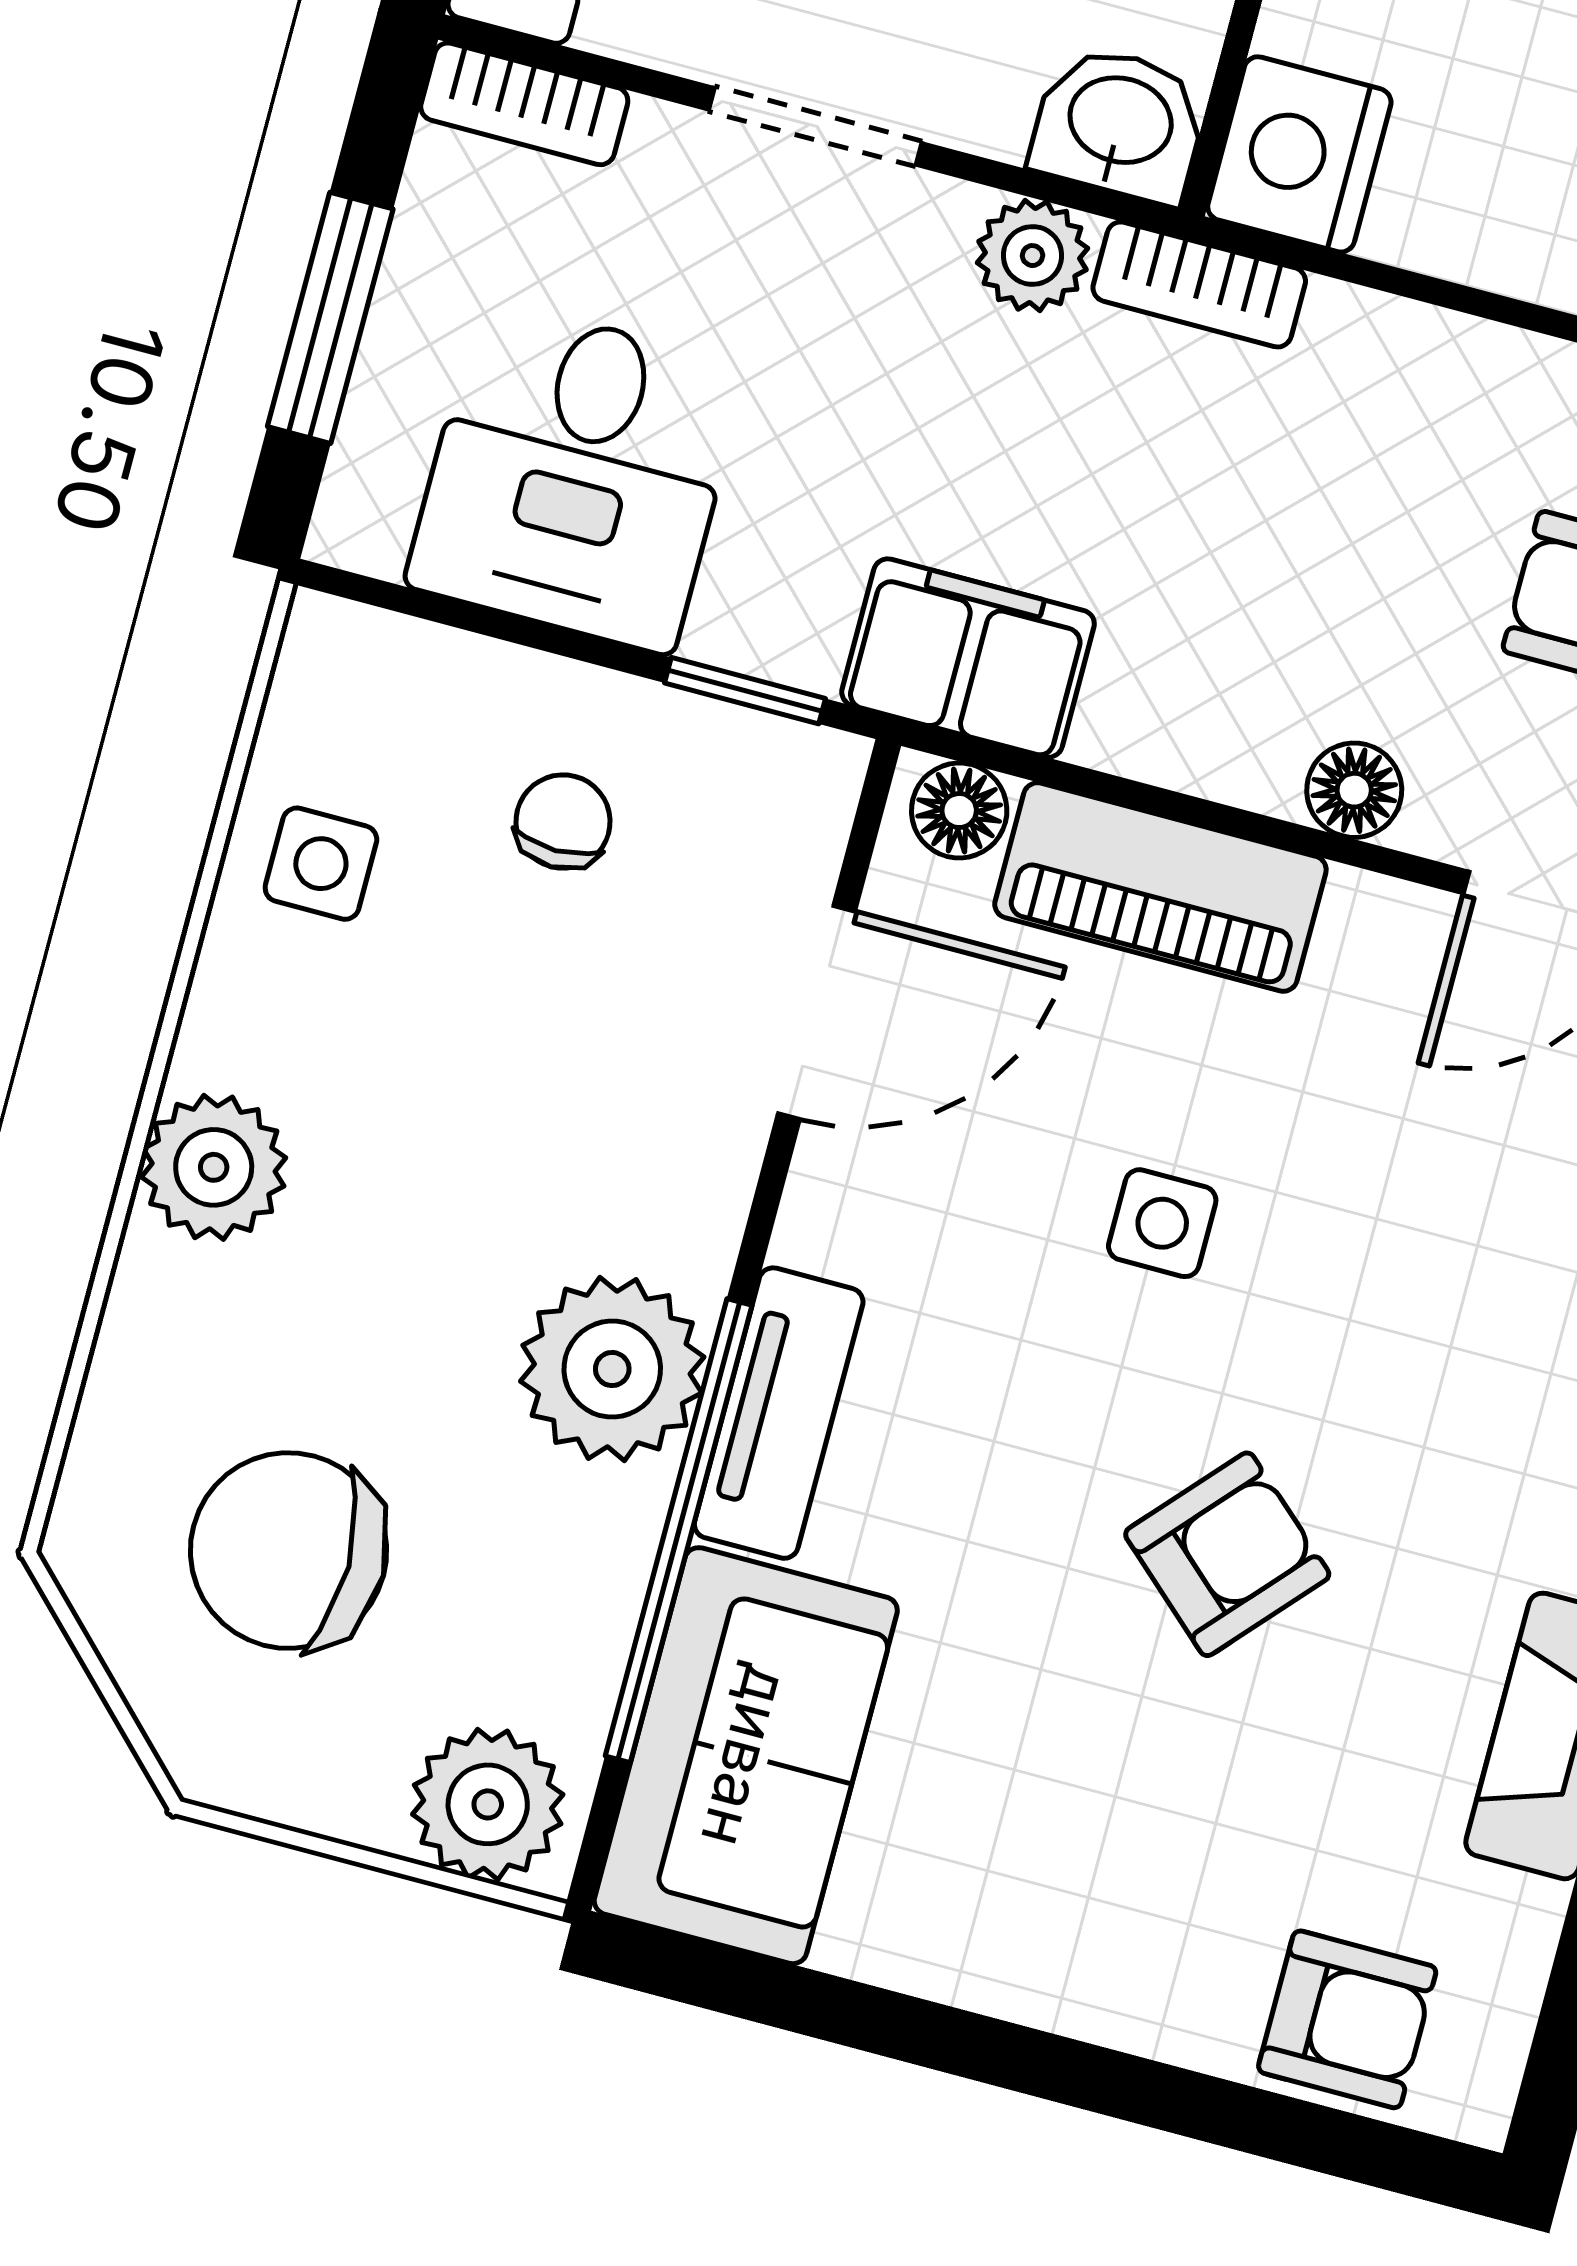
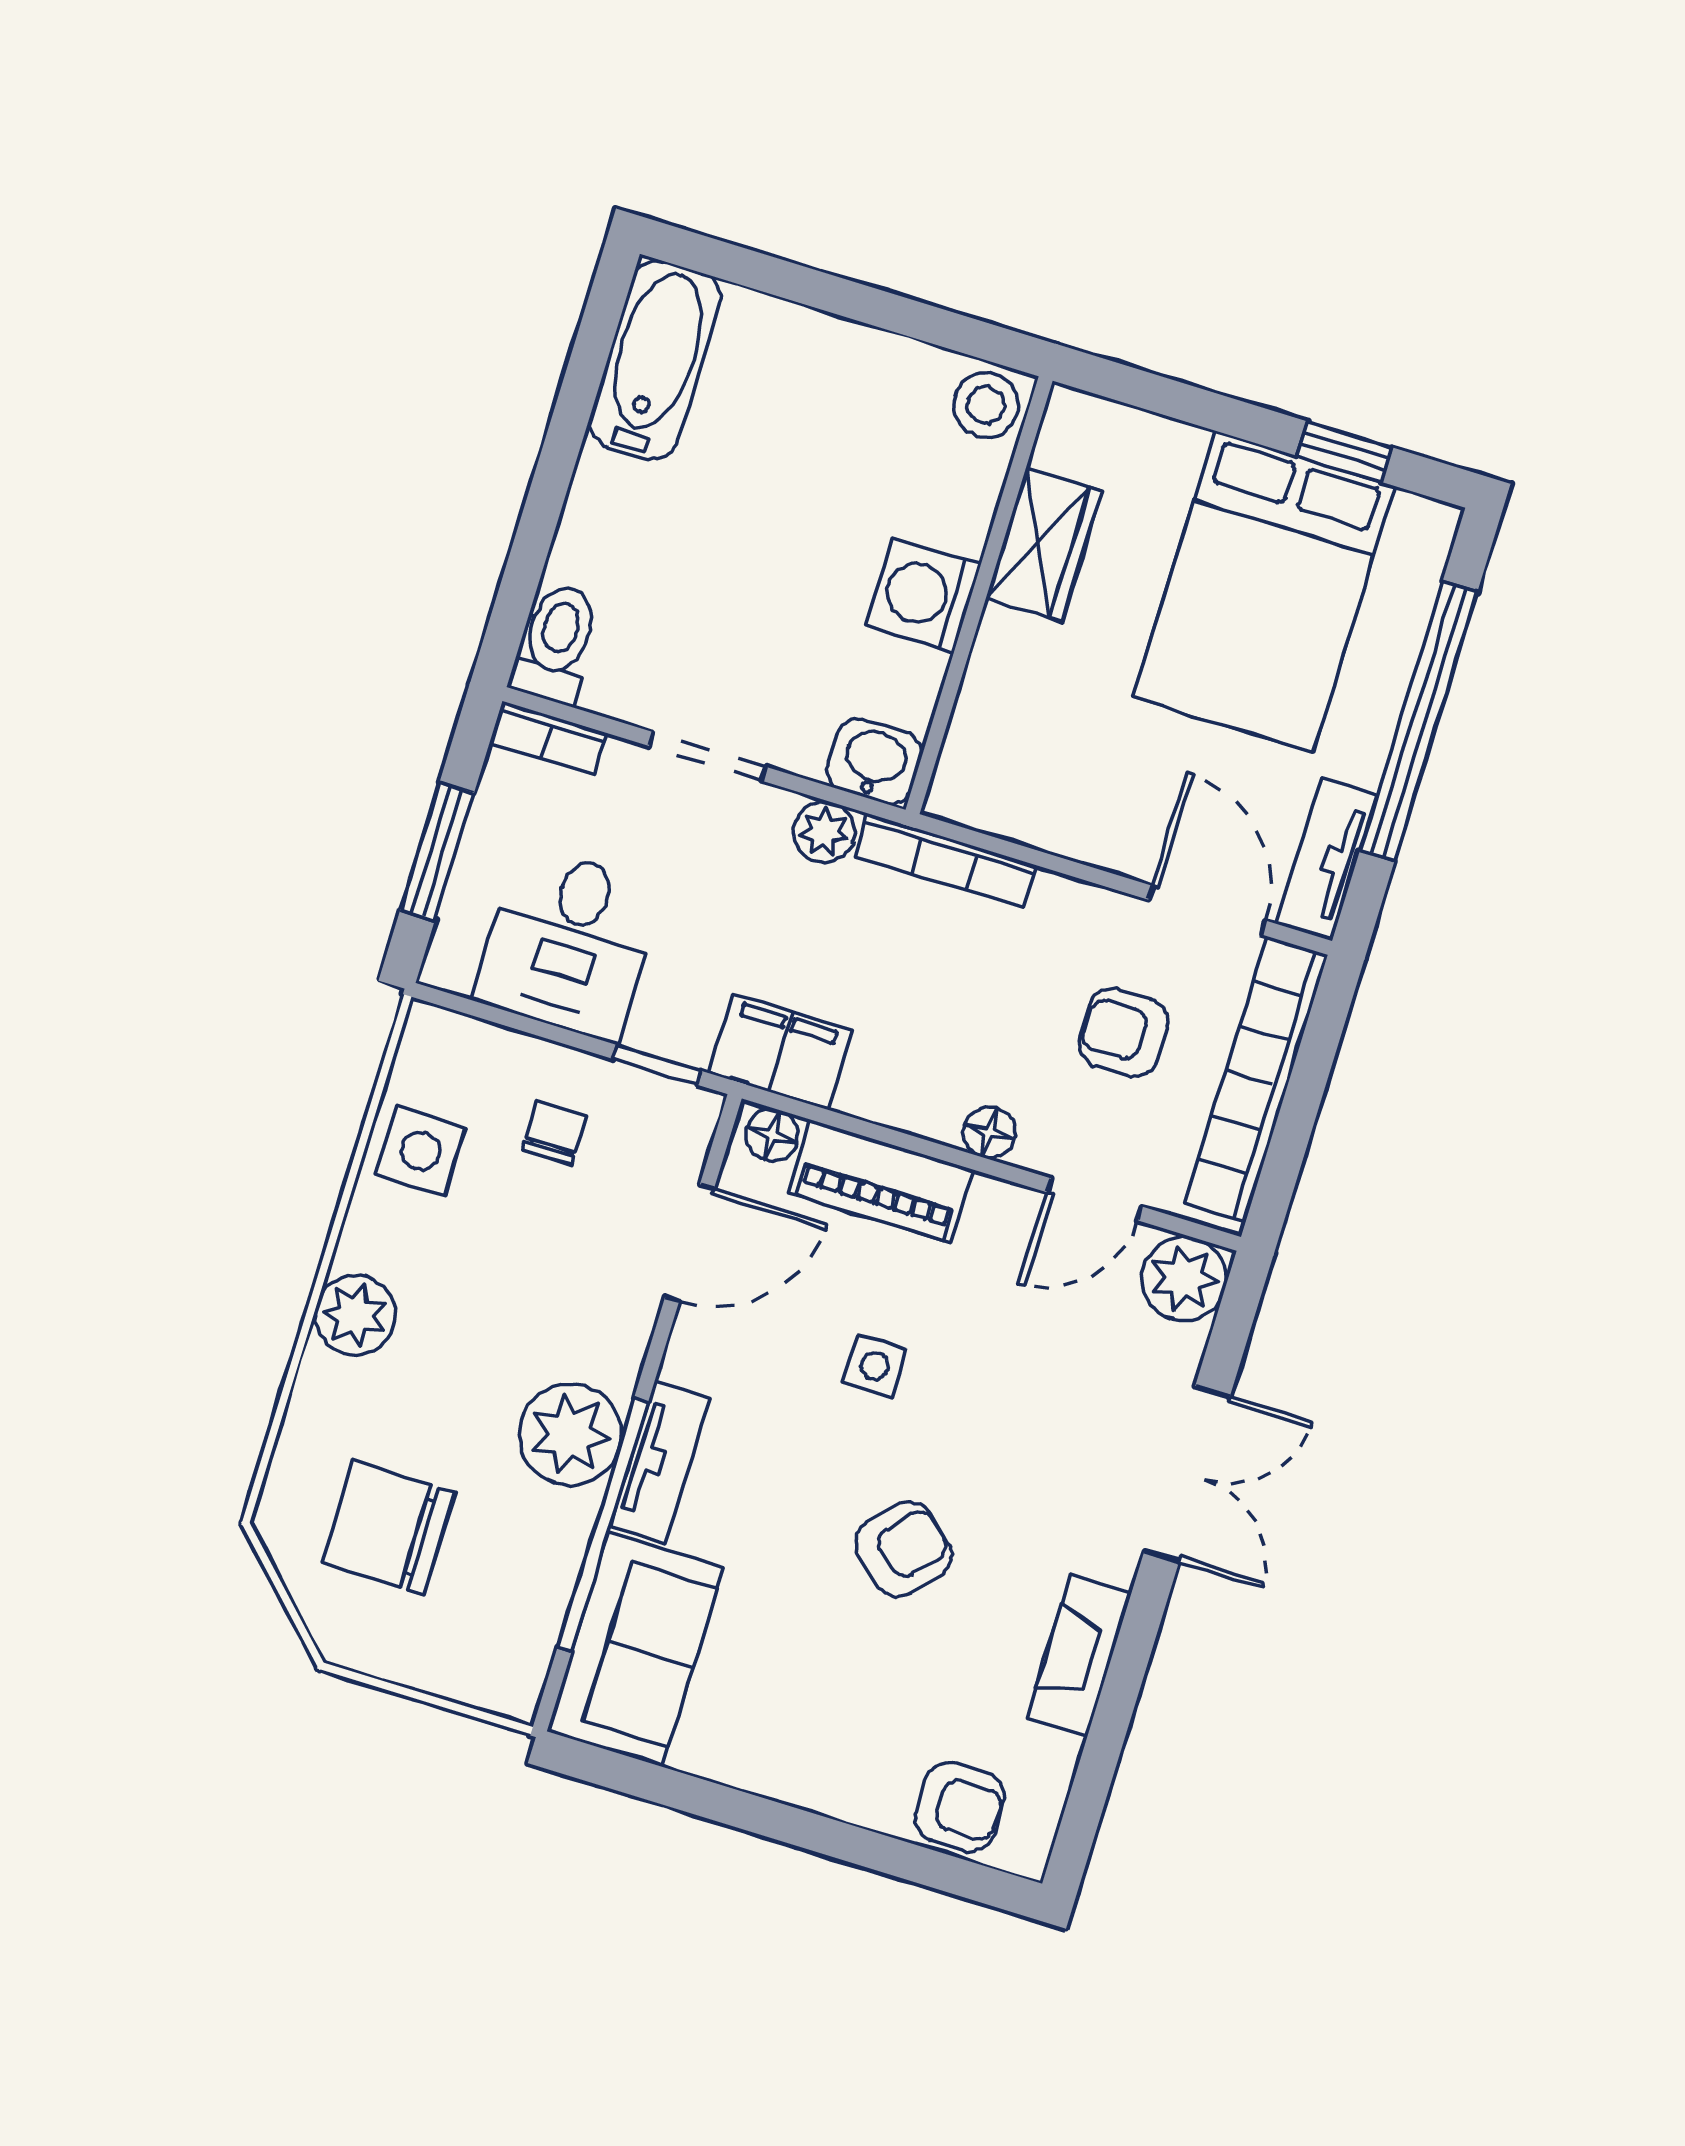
nightstand: (1299, 154) -> (973, 782), removed
bookcase: (1199, 284) -> (945, 861), width x1.56
side table: (321, 864) -> (421, 1151), width x1.37, depth x1.37
plant: (488, 1804) -> (492, 1671), removed

